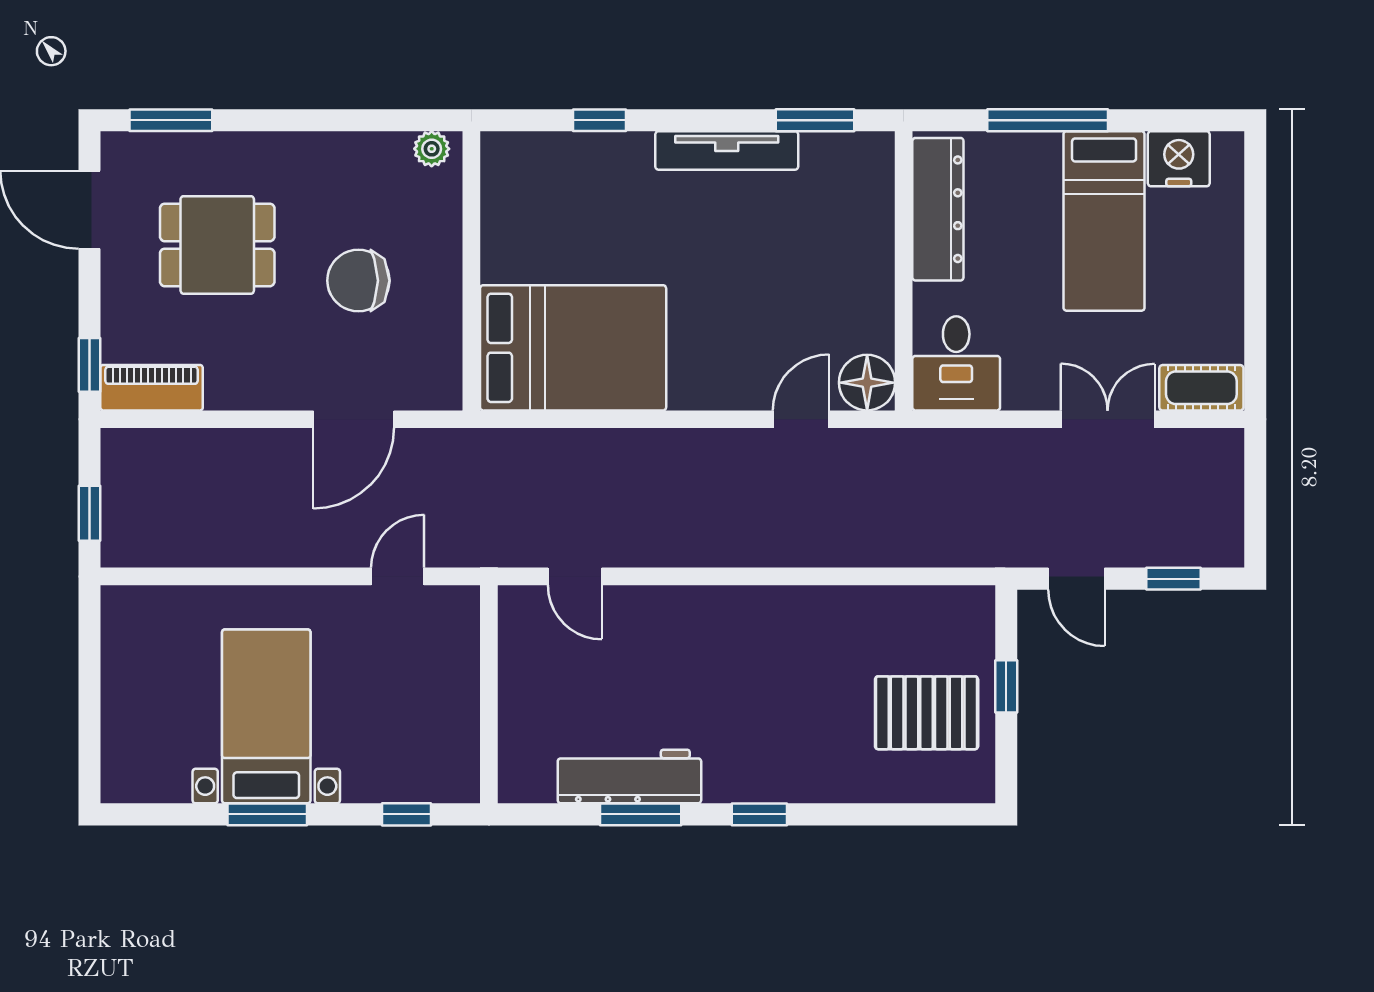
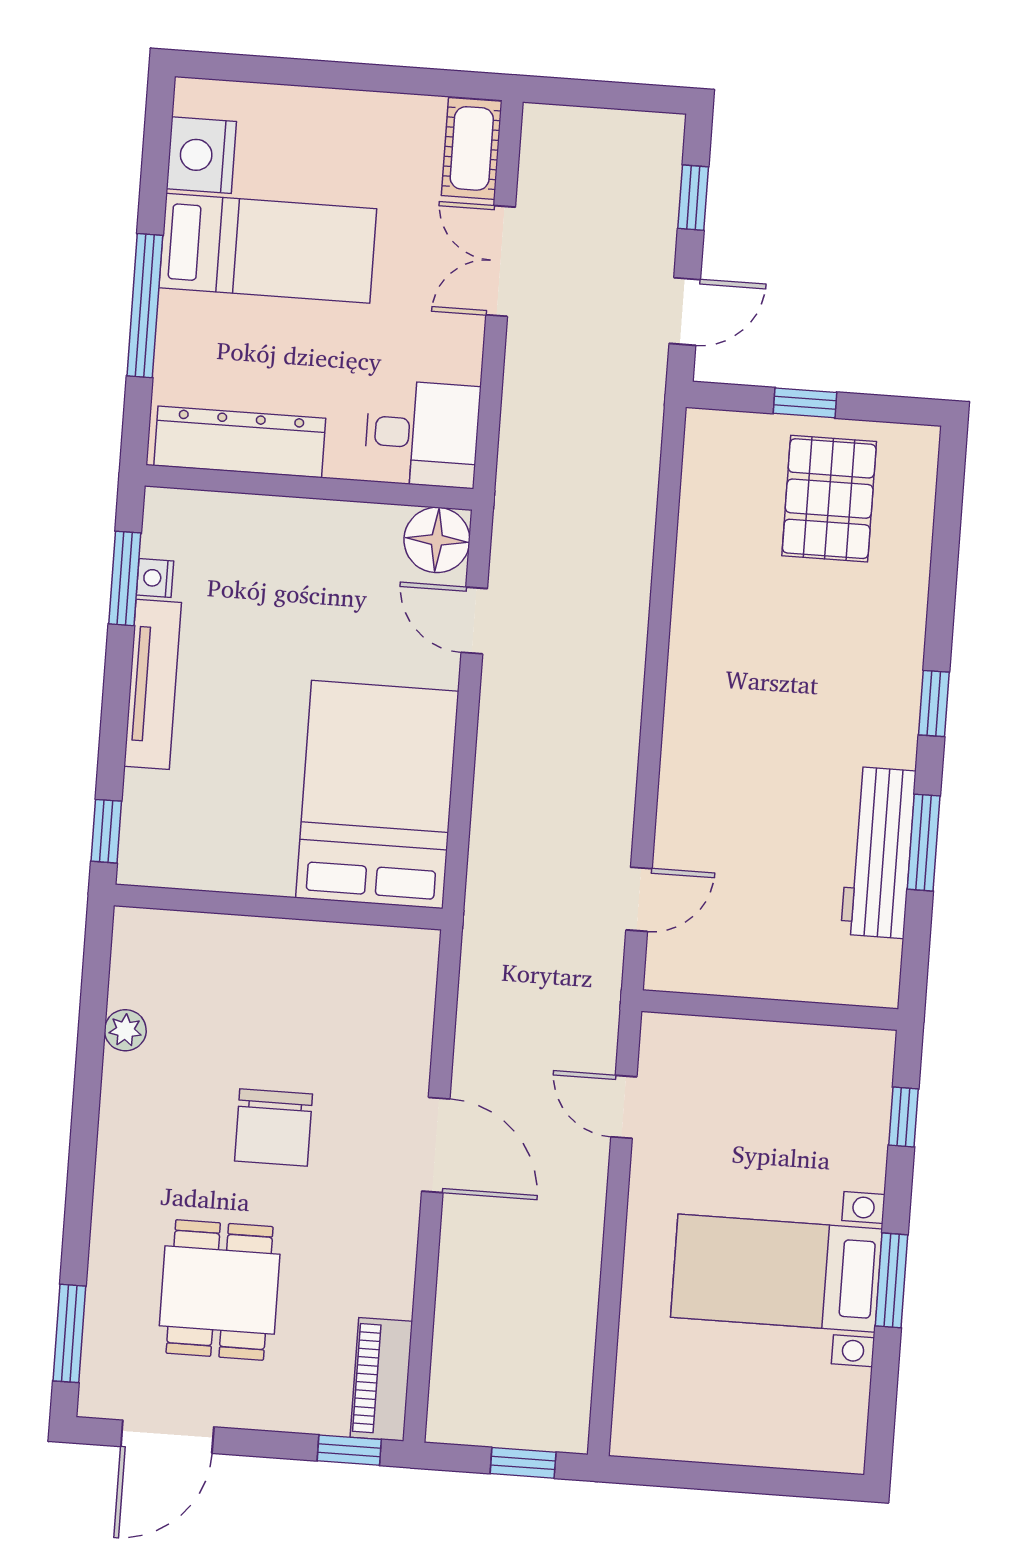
nightstand: (817, 146) -> (155, 578), added
wall: (471, 271) -> (278, 907), moved
bed: (573, 348) -> (377, 795), moved

